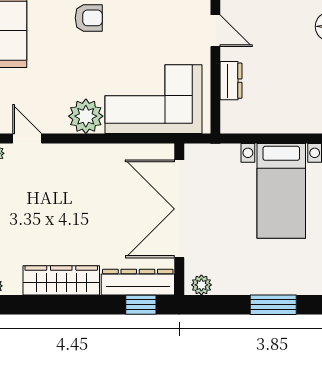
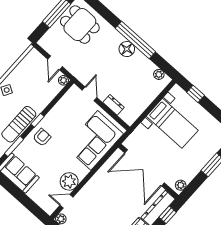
door: (215, 31) -> (89, 94), hinge flipped
plant: (86, 116) -> (69, 181), moved

